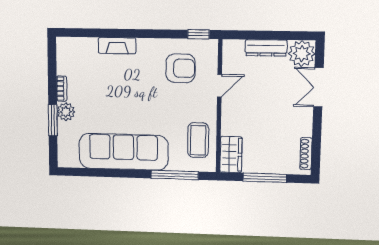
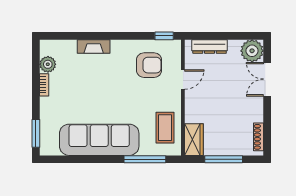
dresser: (266, 48) -> (210, 46), moved
plant: (66, 112) -> (48, 64), moved
window: (53, 120) -> (36, 133), moved

